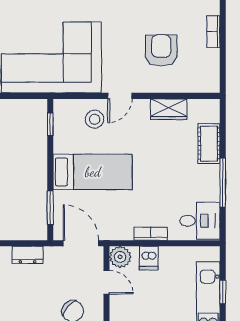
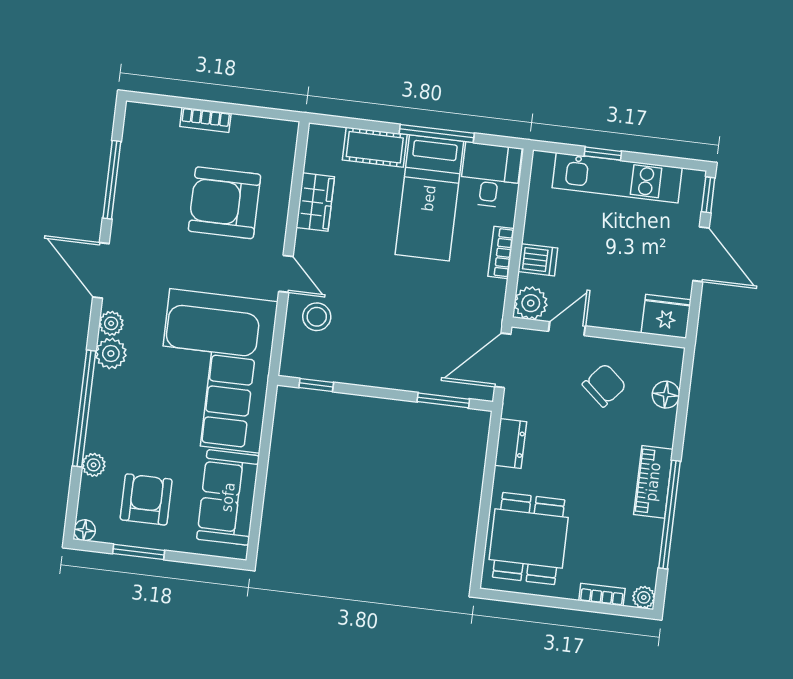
armchair: (161, 50) -> (224, 203), width x1.36, depth x1.36
bed: (93, 172) -> (429, 198), moved, turned 180

